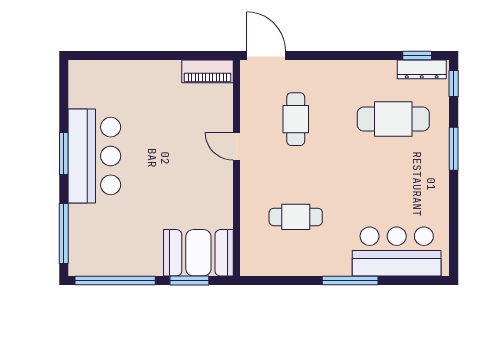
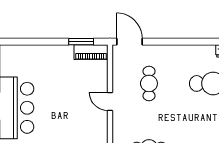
window: (193, 55) -> (81, 42), added

